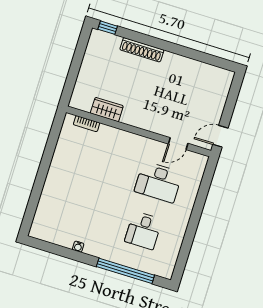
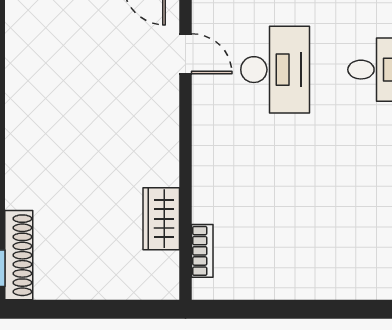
shoe rack: (142, 50) -> (19, 255), moved

